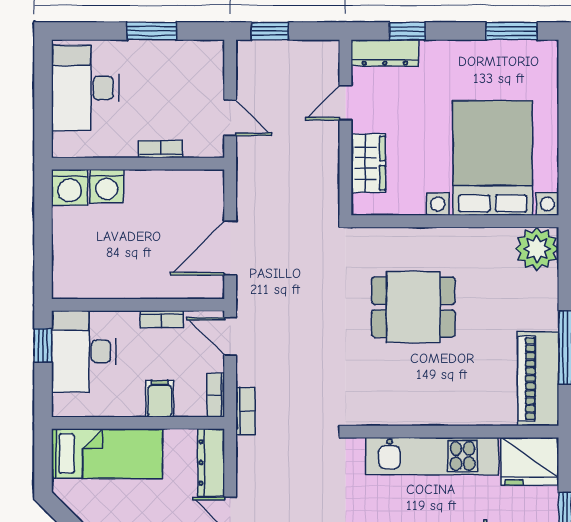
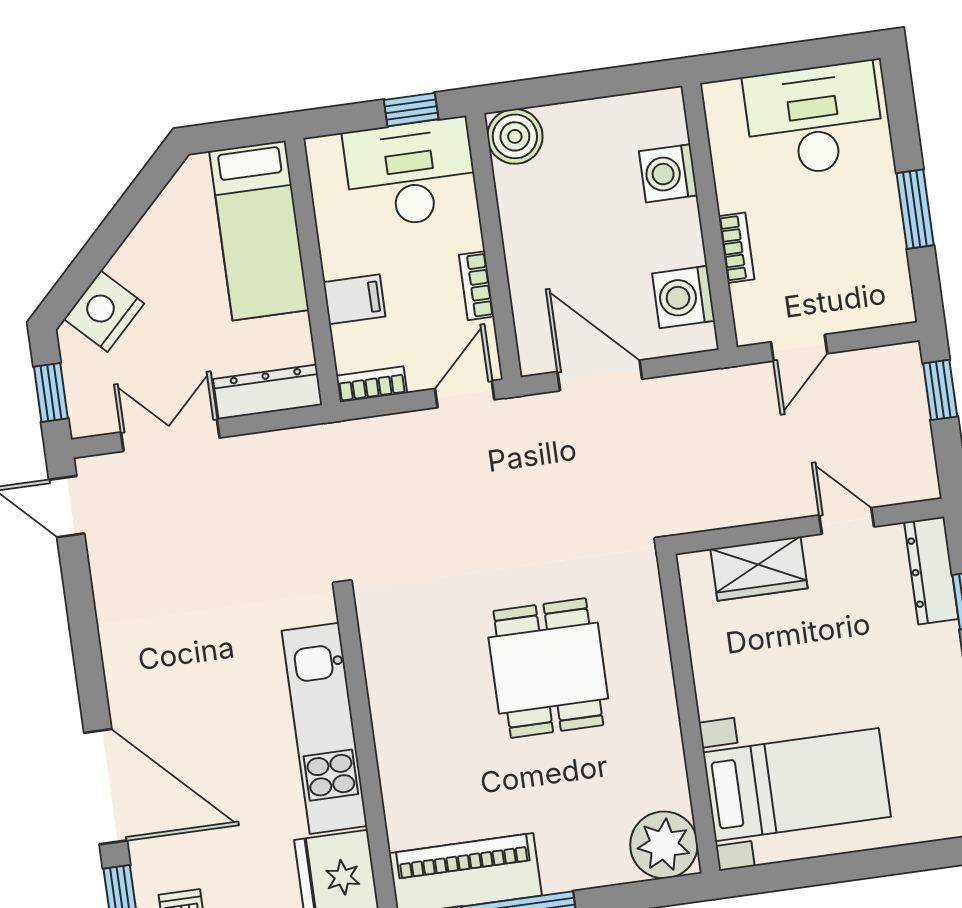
bed with nightstands: (493, 158) -> (797, 785), width x0.73
washing machine: (70, 187) -> (683, 297), moved
boiler: (69, 281) -> (515, 136), added
bookcase: (246, 411) -> (353, 434), removed

